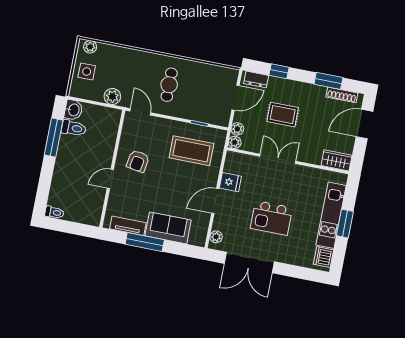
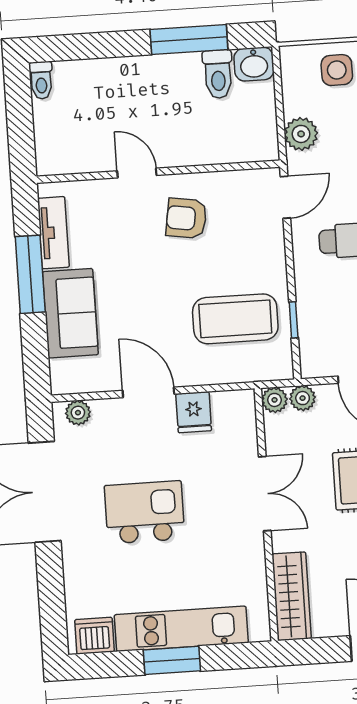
coffee table: (191, 151) -> (235, 319), turned 90
wardrobe: (337, 160) -> (292, 596), width x1.50
kitchen island: (271, 218) -> (145, 512), turned 90

